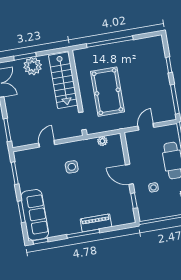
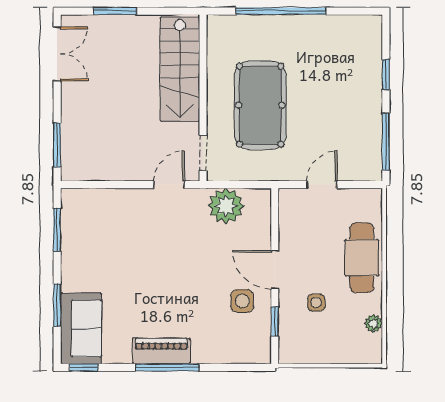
plant: (33, 66) -> (126, 32), removed
plant: (102, 141) -> (226, 206), width x1.88, depth x1.88
door: (47, 144) -> (169, 185), moved
side table: (72, 167) -> (242, 301), moved
sofa: (35, 215) -> (81, 329), width x0.73
piano: (96, 223) -> (161, 351), moved

